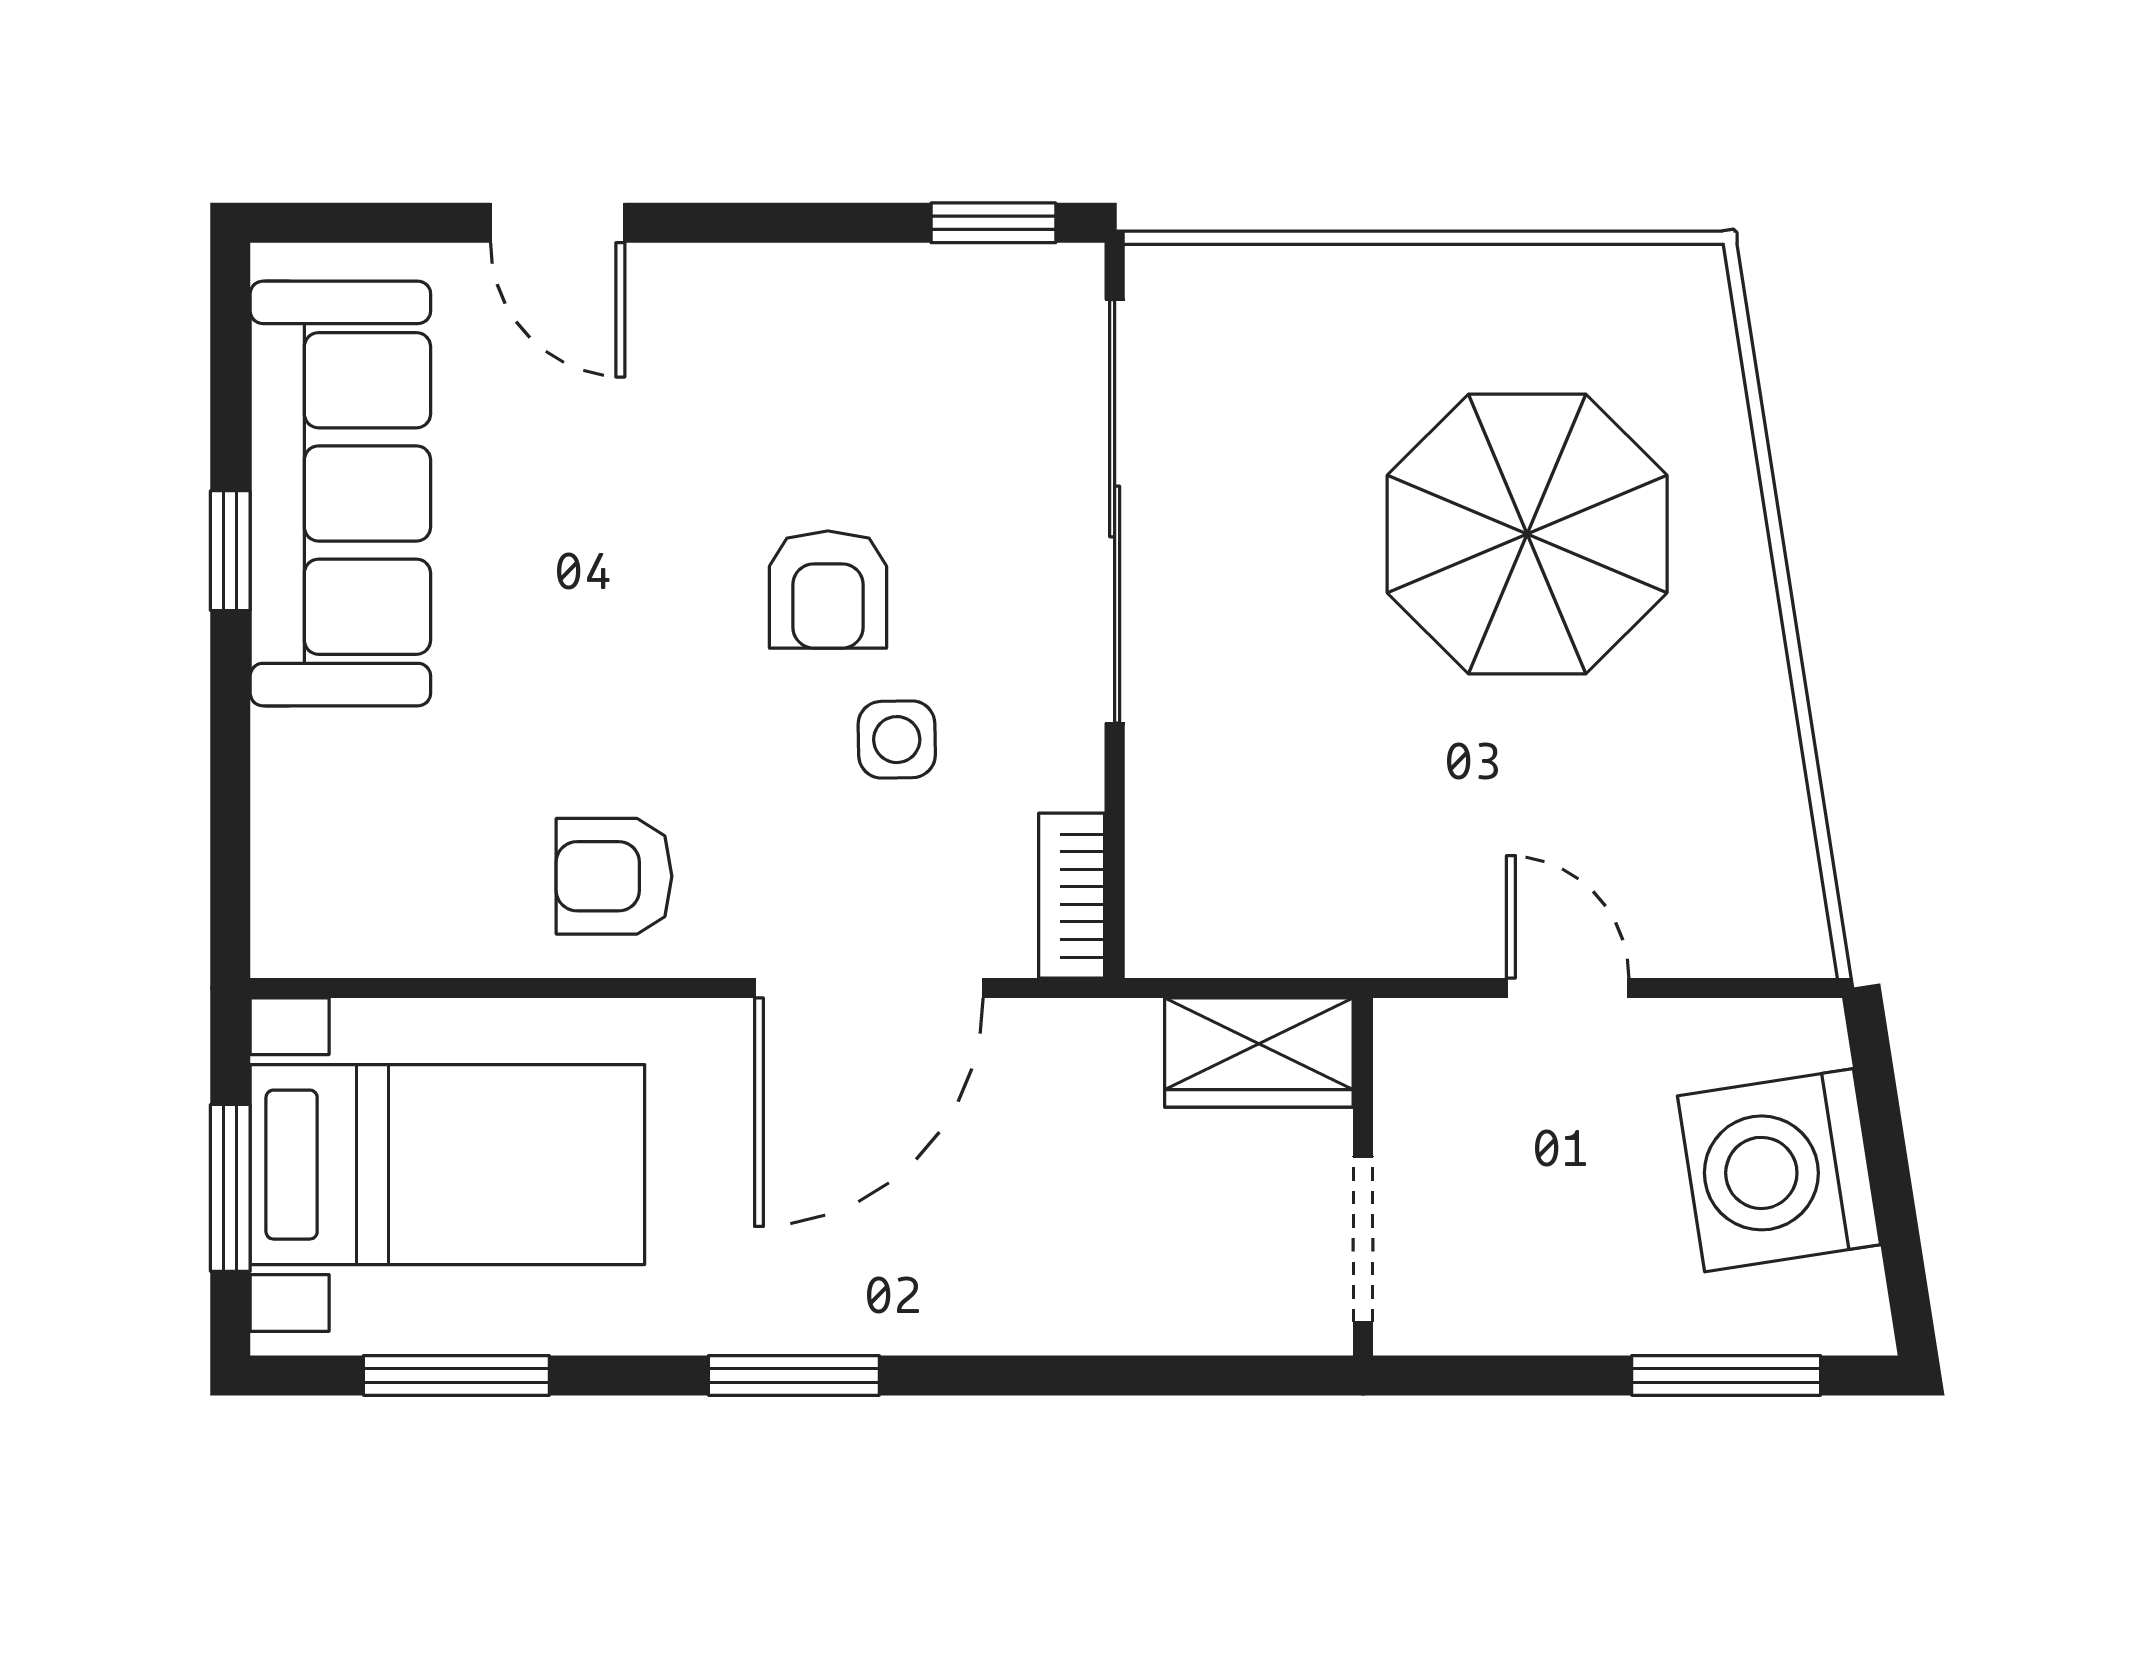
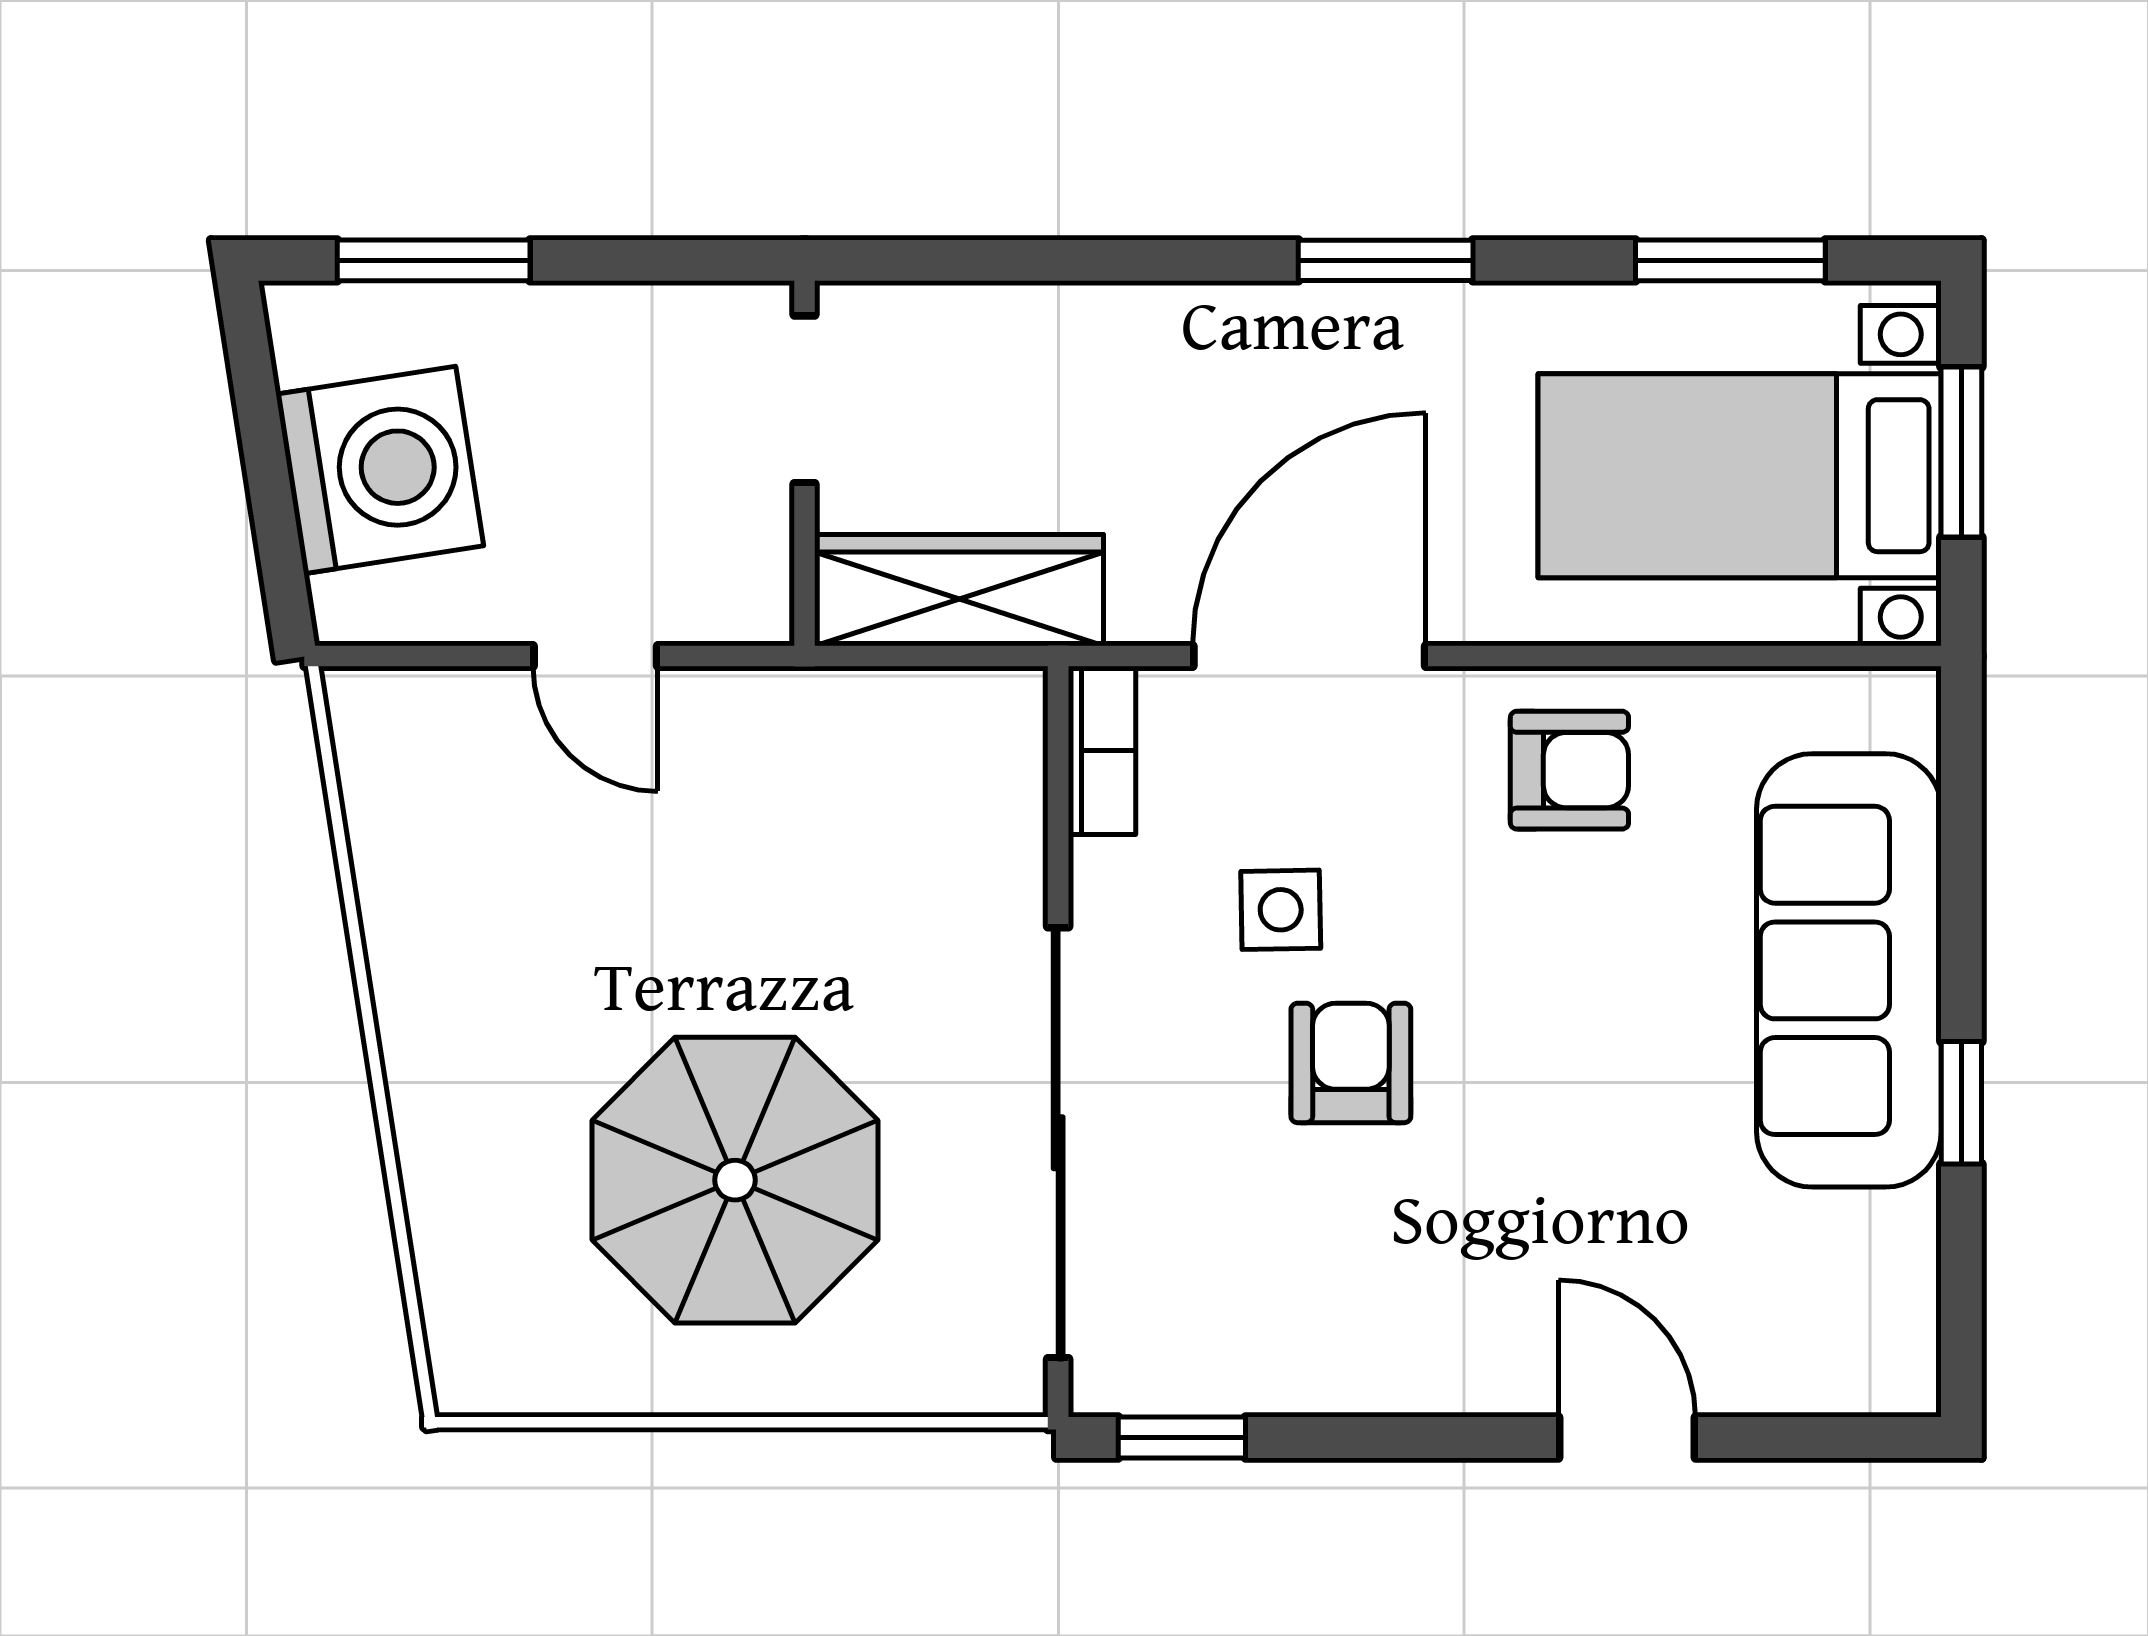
sofa: (340, 493) -> (1849, 970), moved
parasol: (1527, 534) -> (735, 1180), moved
wardrobe: (1259, 1053) -> (959, 590), width x1.50

